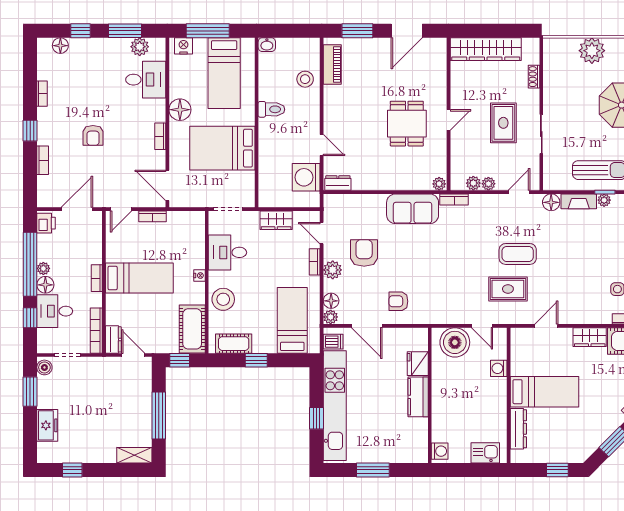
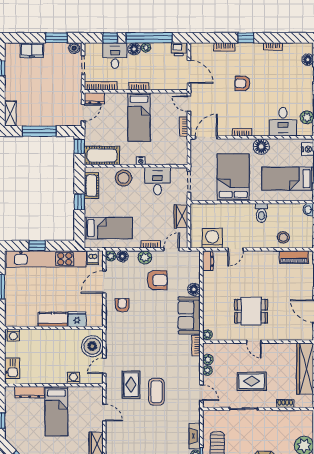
floor lamp: (551, 202) -> (194, 289), moved

